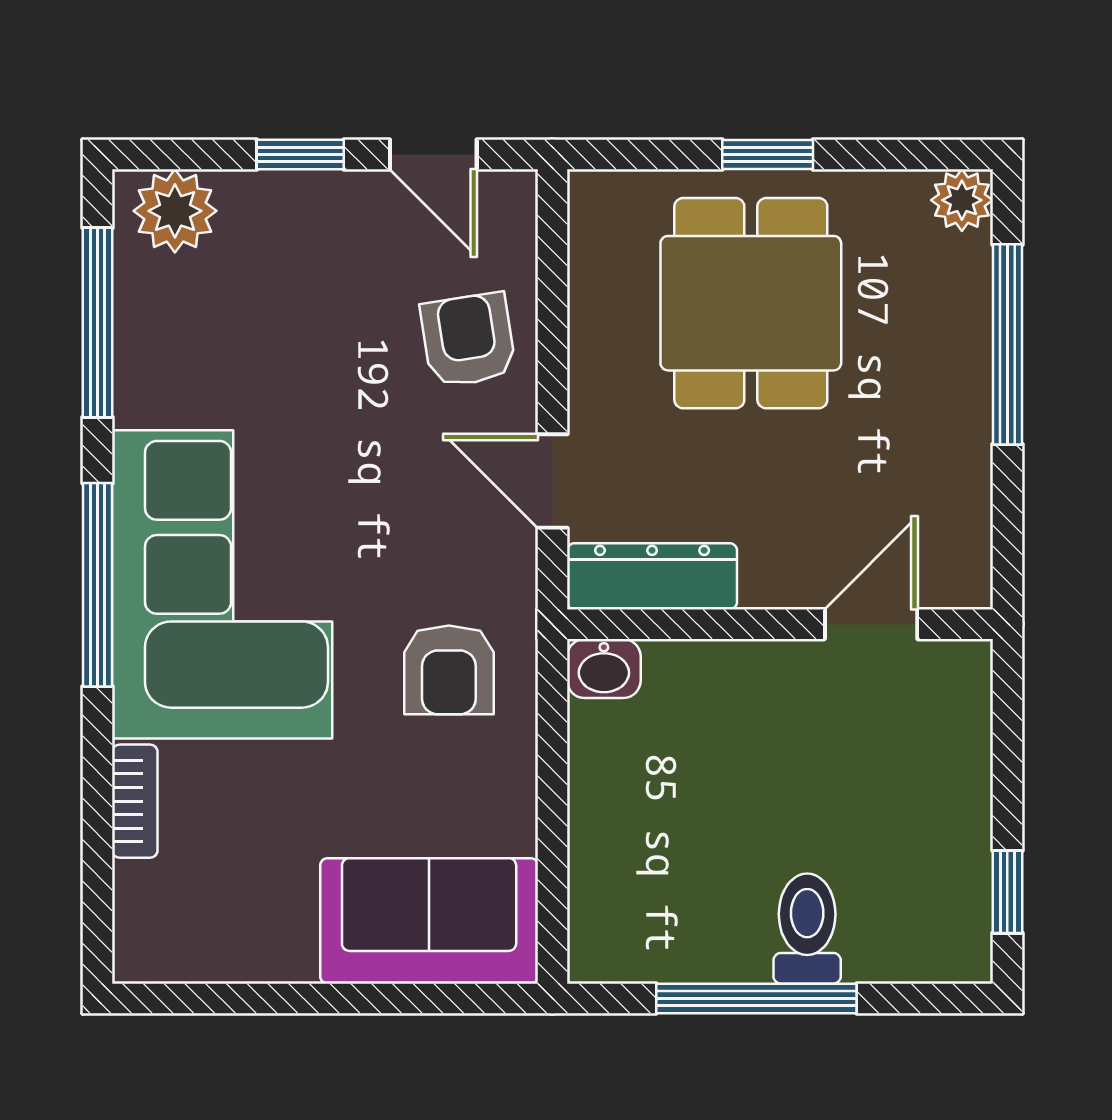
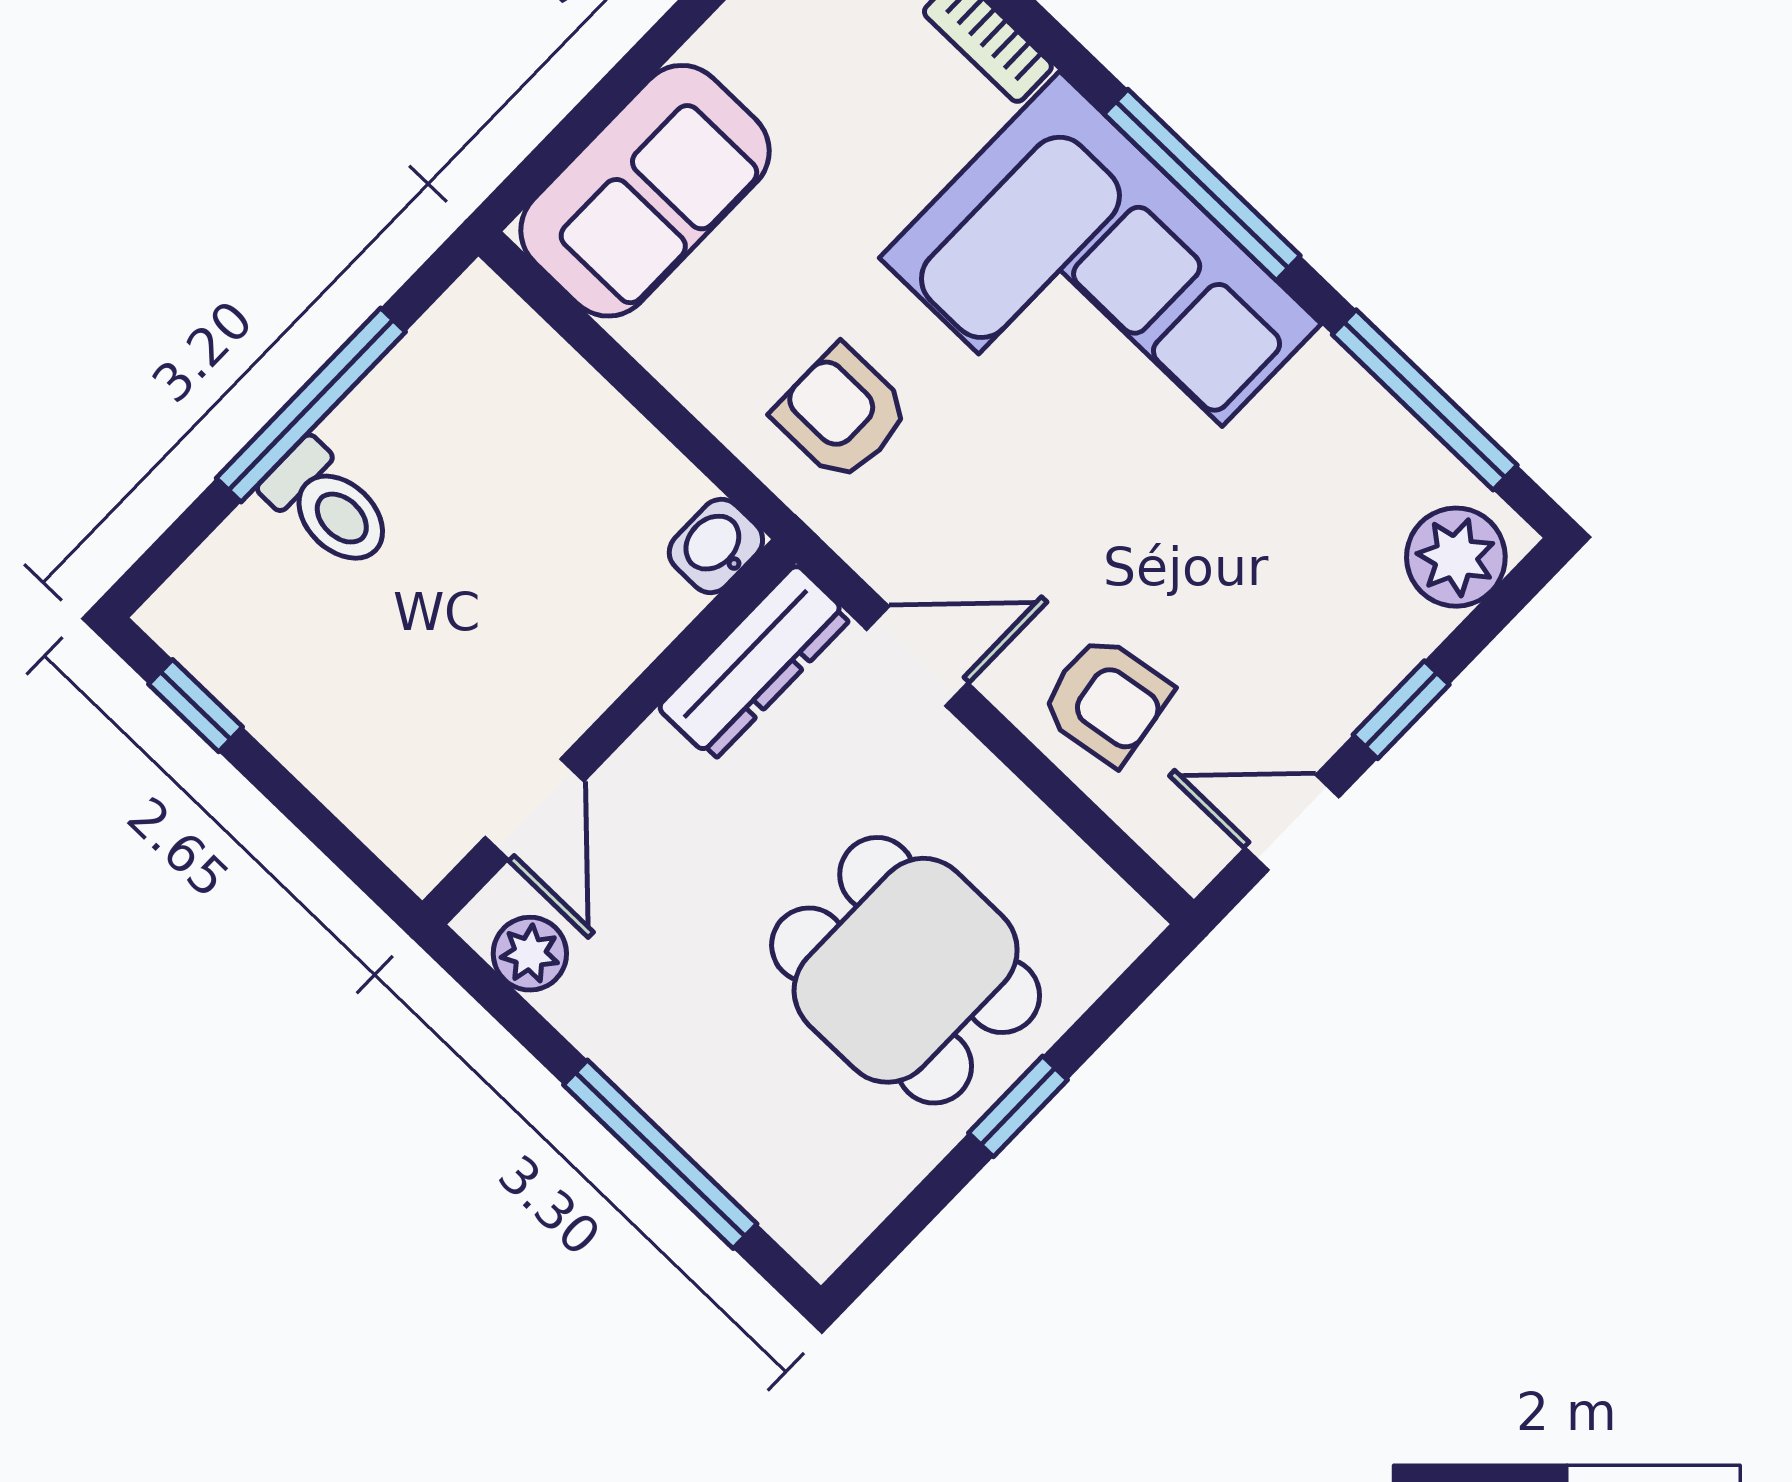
plant: (962, 200) -> (530, 954), moved

